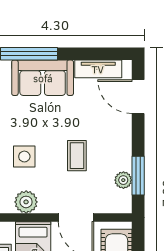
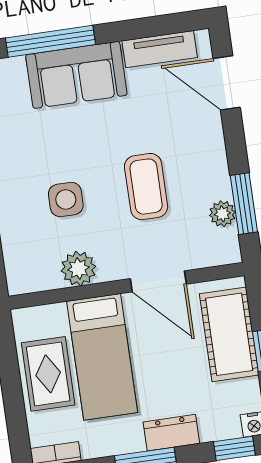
coffee table: (77, 156) -> (146, 187), width x1.36, depth x1.30

